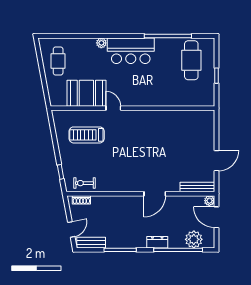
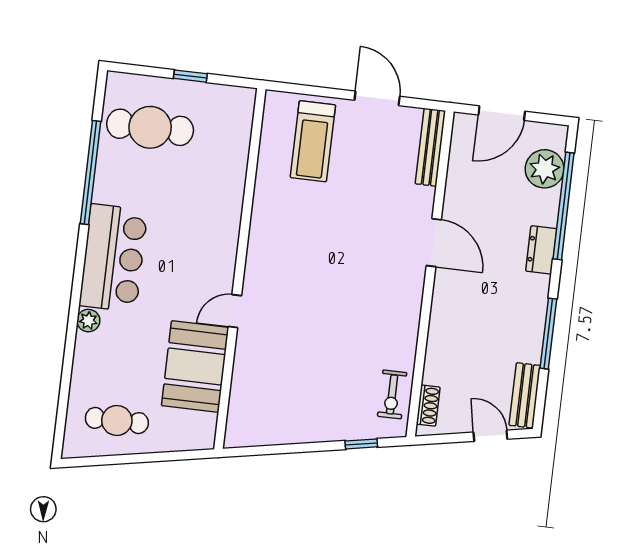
treadmill: (87, 135) -> (313, 141), moved
plant: (209, 201) -> (464, 124), removed

